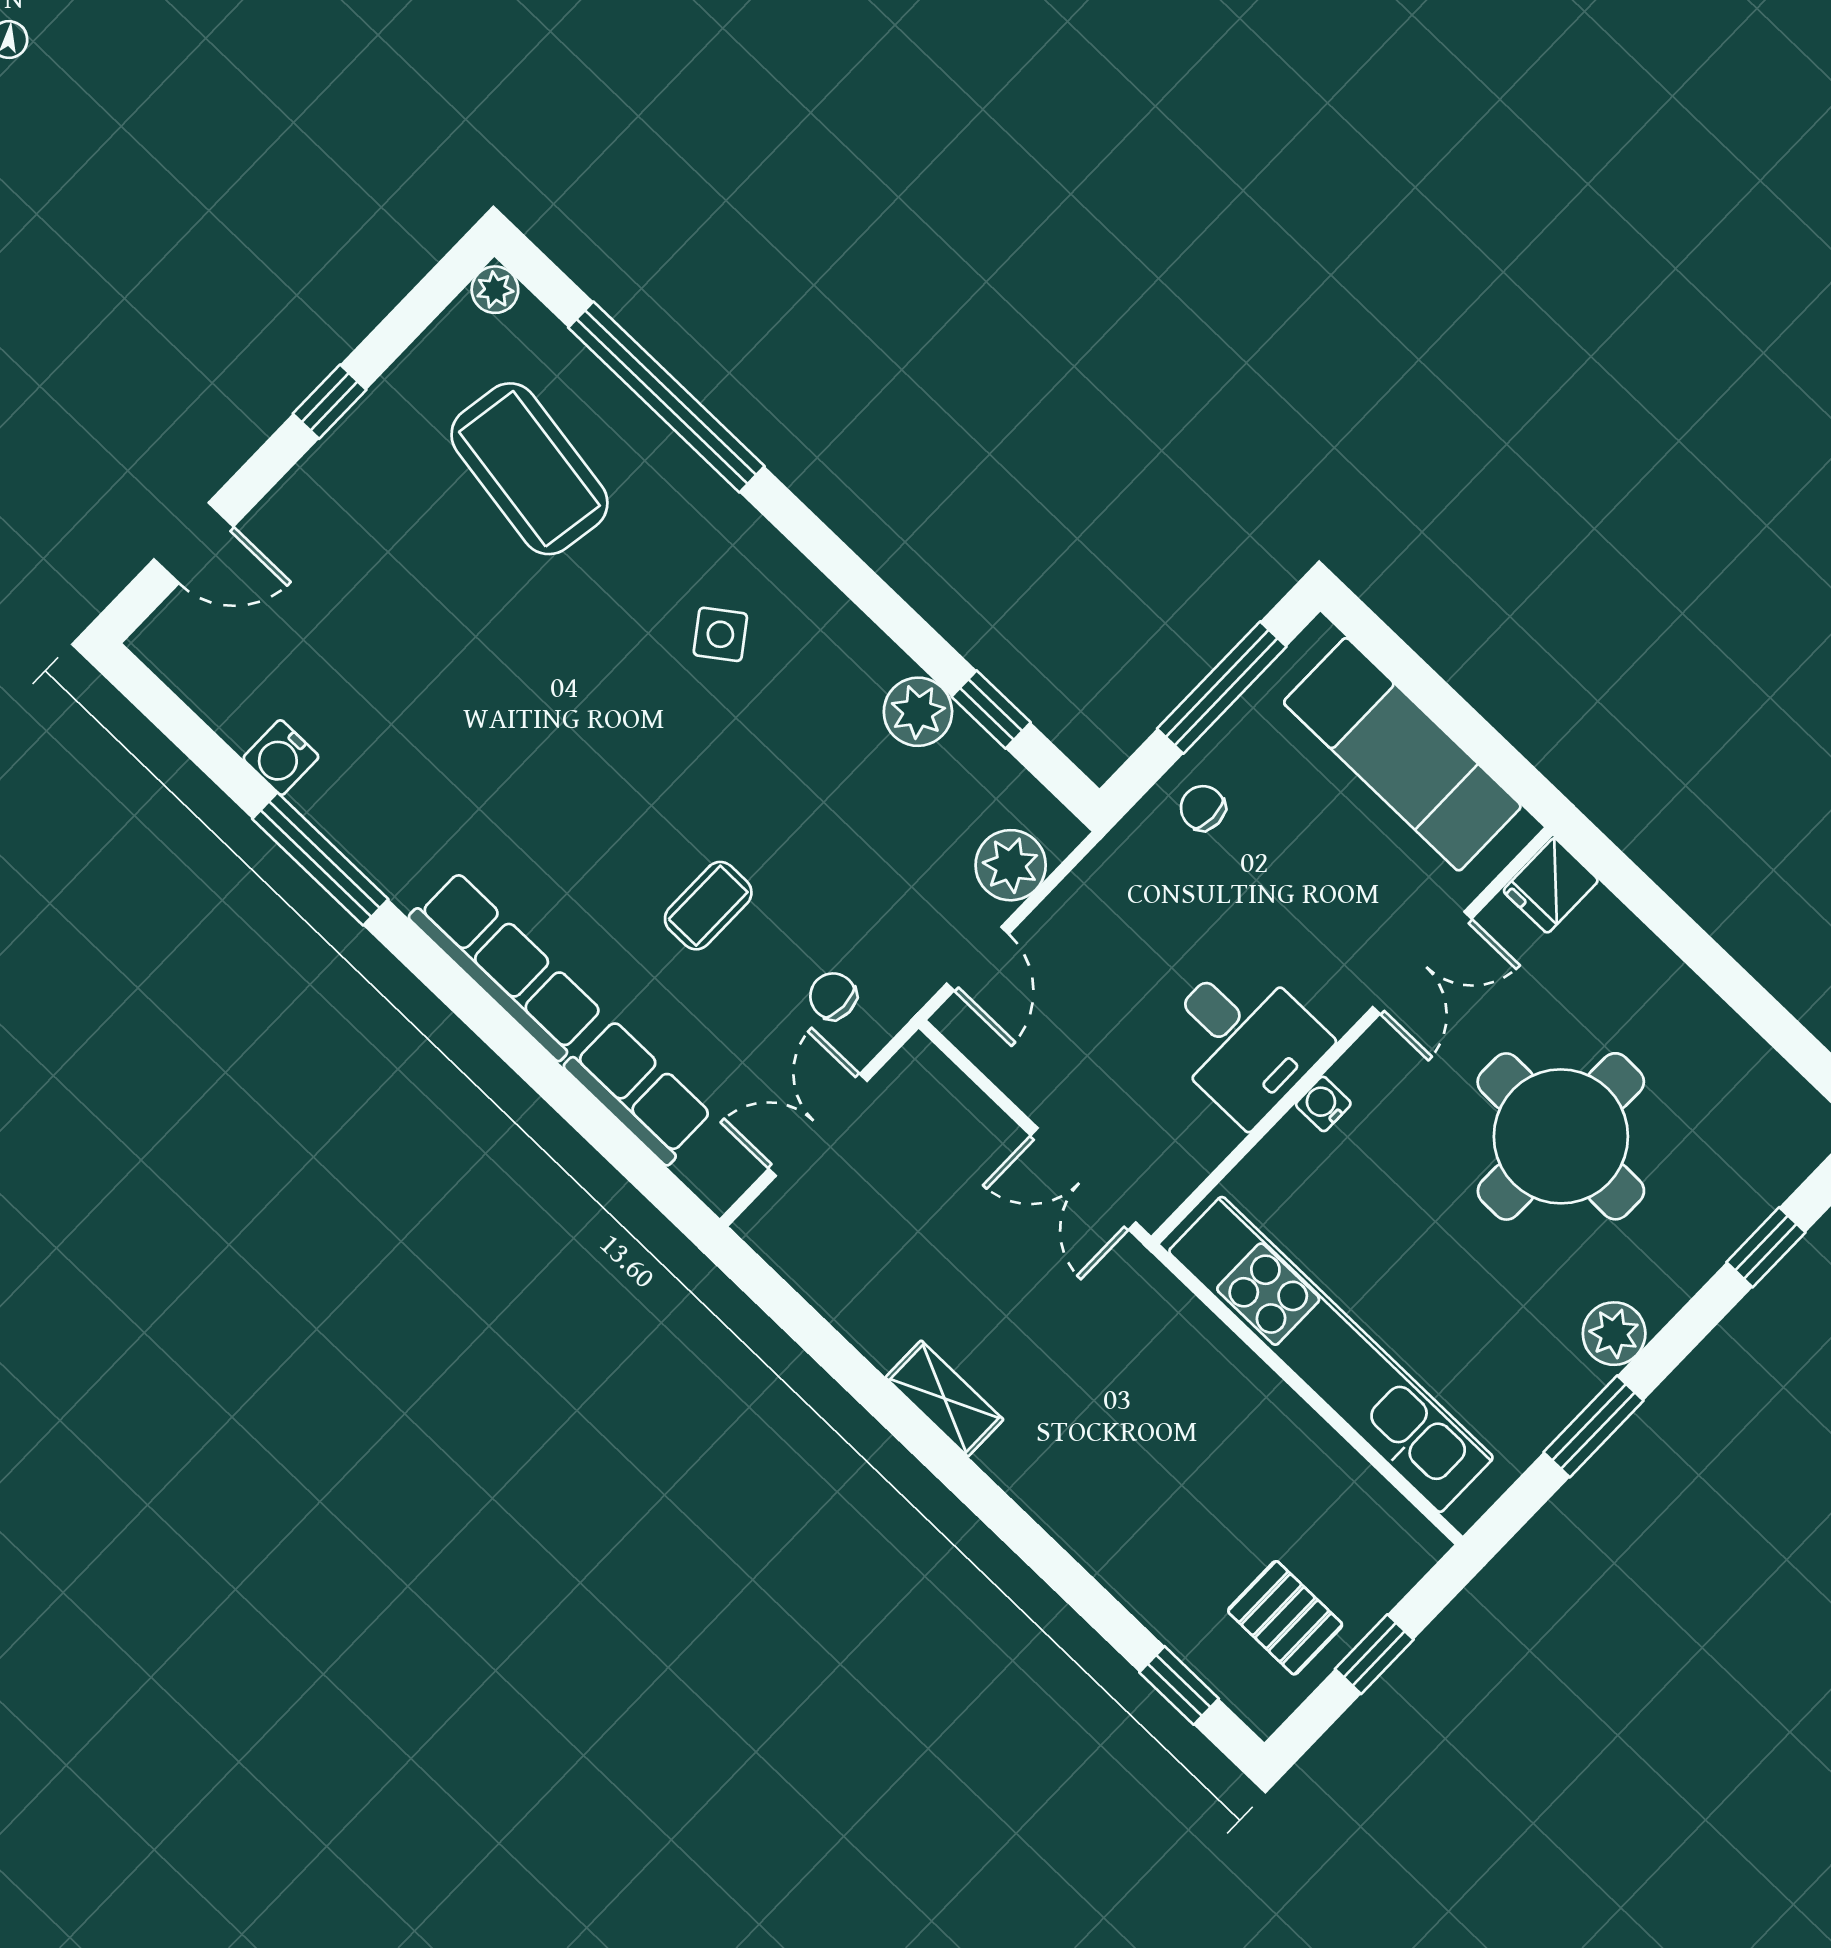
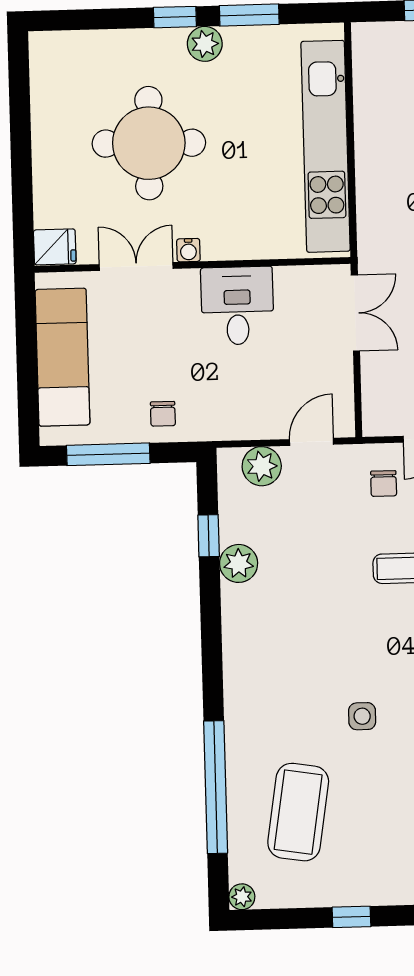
side table: (720, 634) -> (362, 716), moved, turned 36
water cooler: (1323, 1104) -> (188, 250), moved
window: (1766, 1247) -> (175, 17), moved

